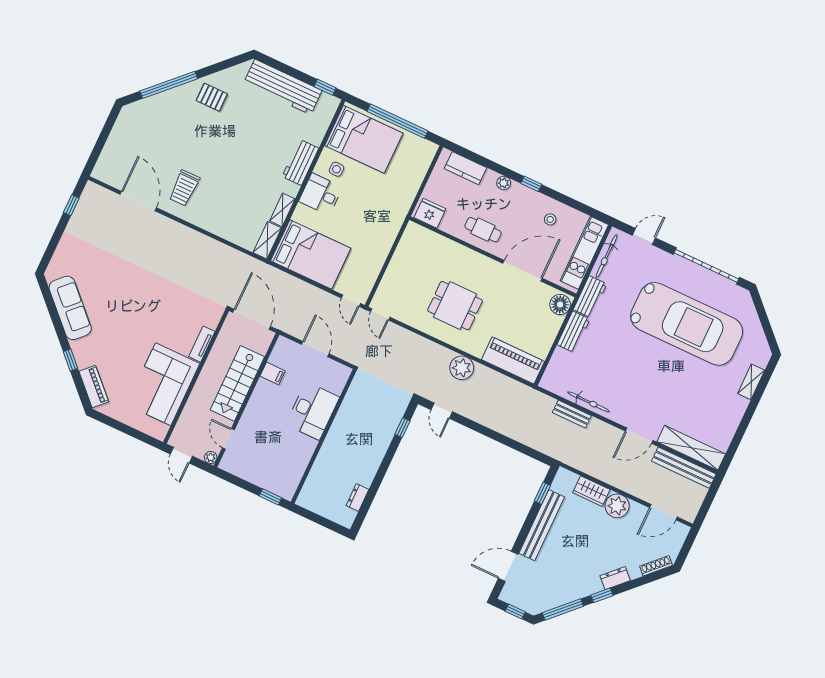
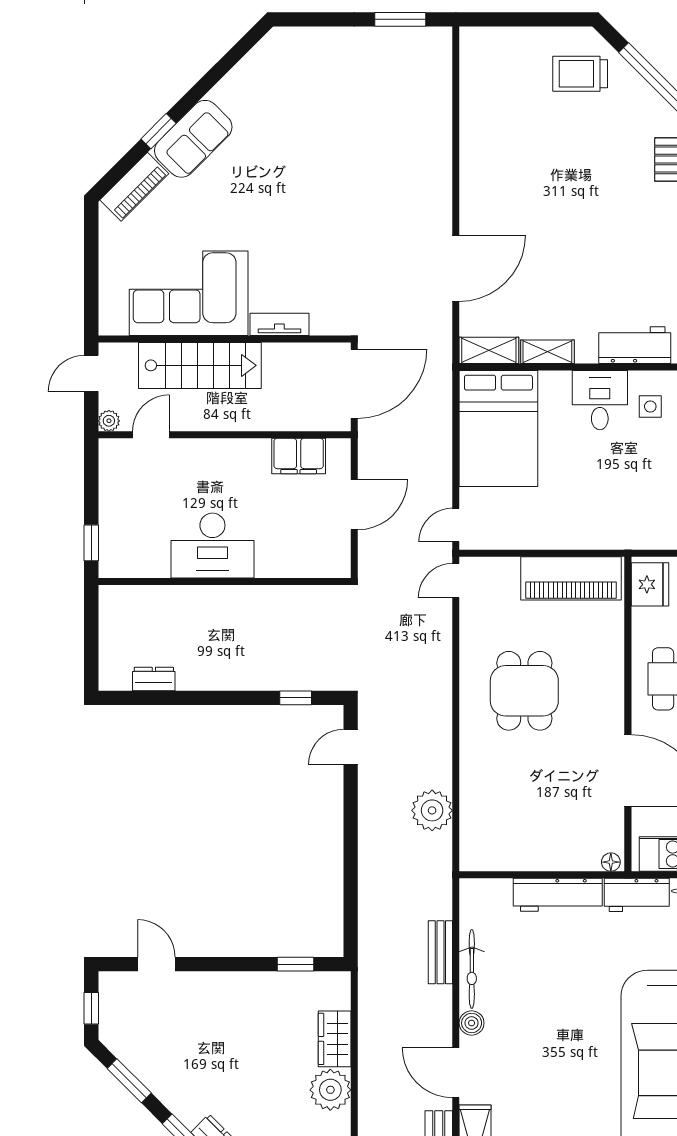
trolley: (184, 188) -> (580, 74), moved
door: (138, 201) -> (456, 268), moved
window: (71, 205) -> (400, 19), width x1.50
floor lamp: (560, 305) -> (611, 862), width x0.53, depth x0.53
sofa: (70, 308) -> (193, 139), moved, width x0.73
workbench: (574, 332) -> (558, 895), width x1.38
piano: (513, 360) -> (571, 578), moved, turned 90
plant: (462, 368) -> (432, 810), moved
filing cabinet: (273, 373) -> (299, 456), width x2.00
stairs: (237, 383) -> (200, 365), moved, turned 180
desk: (313, 411) -> (212, 546), moved
boiler: (617, 415) -> (472, 1023), added
bench: (542, 525) -> (245, 986), removed
door: (508, 566) -> (156, 964), width x0.73
window: (563, 609) -> (129, 1081), width x0.69

